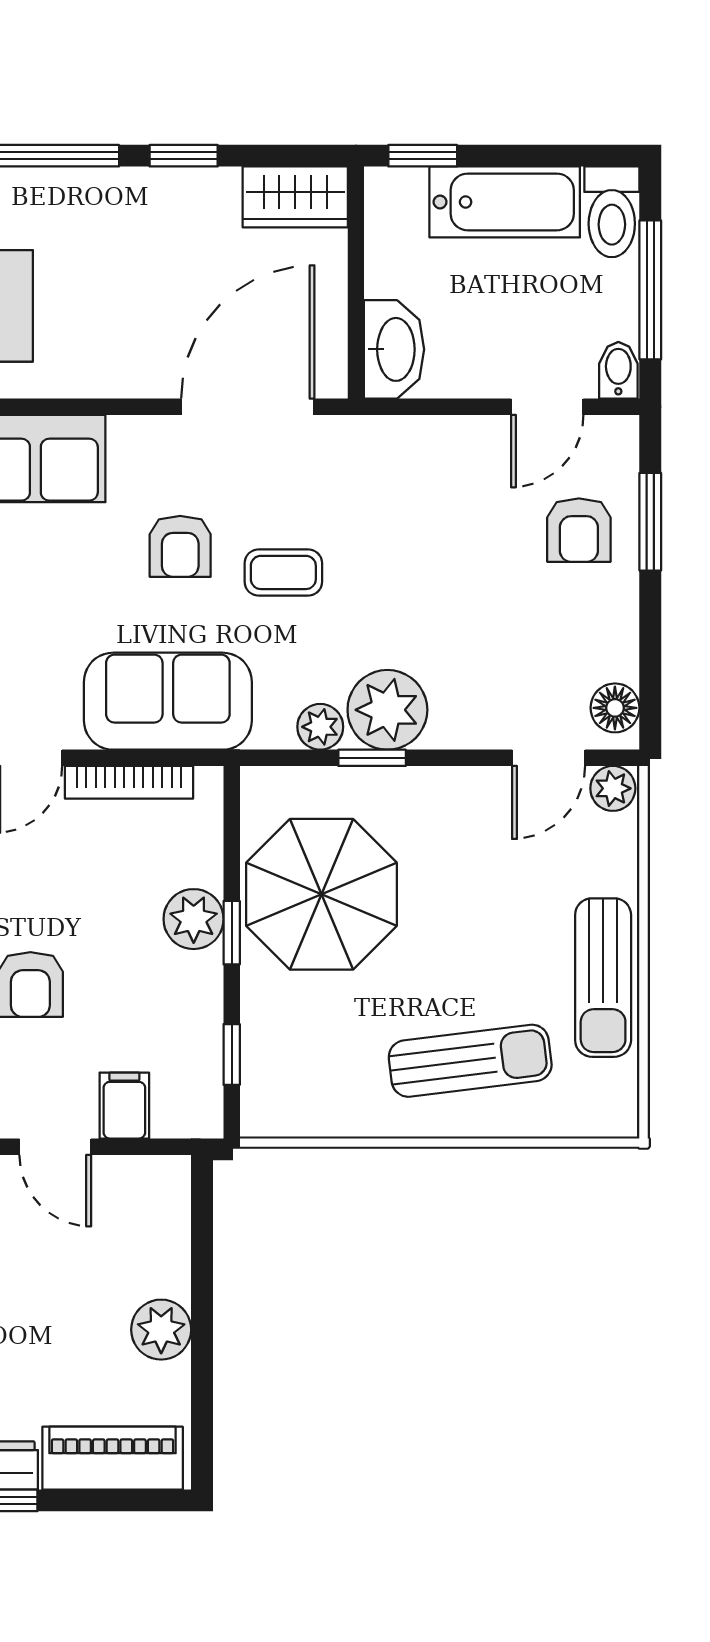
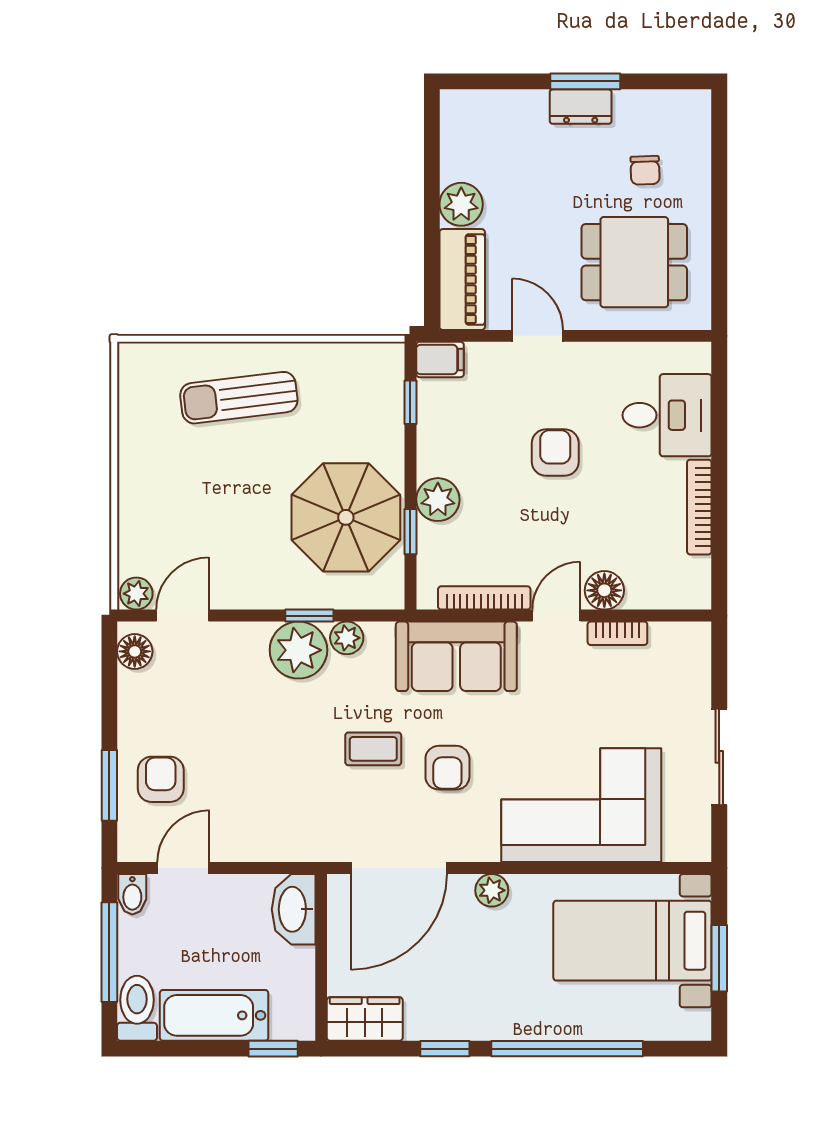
plant: (119, 376) -> (492, 890), added
armchair: (180, 546) -> (447, 768), turned 180
window: (232, 933) -> (410, 532), moved
sun lounger: (603, 978) -> (143, 458), removed
filing cabinet: (124, 1106) -> (440, 359), moved, turned -90
piano: (113, 1458) -> (462, 280), moved, turned -90

